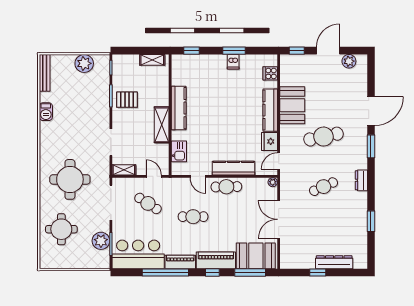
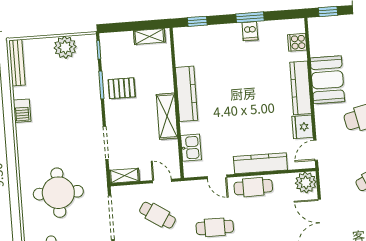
plant: (273, 182) -> (306, 182), width x1.88, depth x1.88

